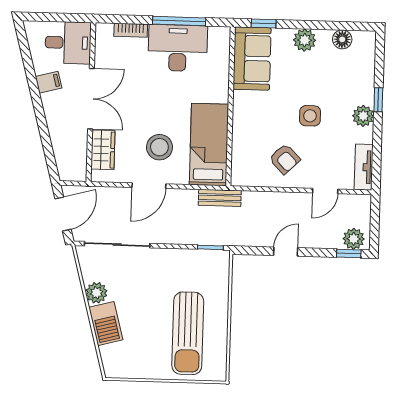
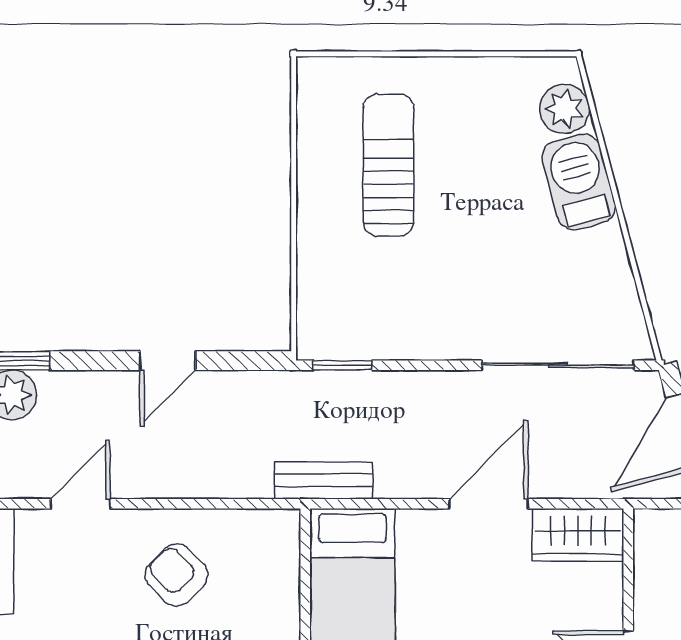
stool: (159, 147) -> (467, 594), removed
wardrobe: (103, 150) -> (578, 535), moved, turned -90
plant: (96, 293) -> (565, 109), moved
sun lounger: (188, 333) -> (389, 165), width x0.73, depth x0.75

